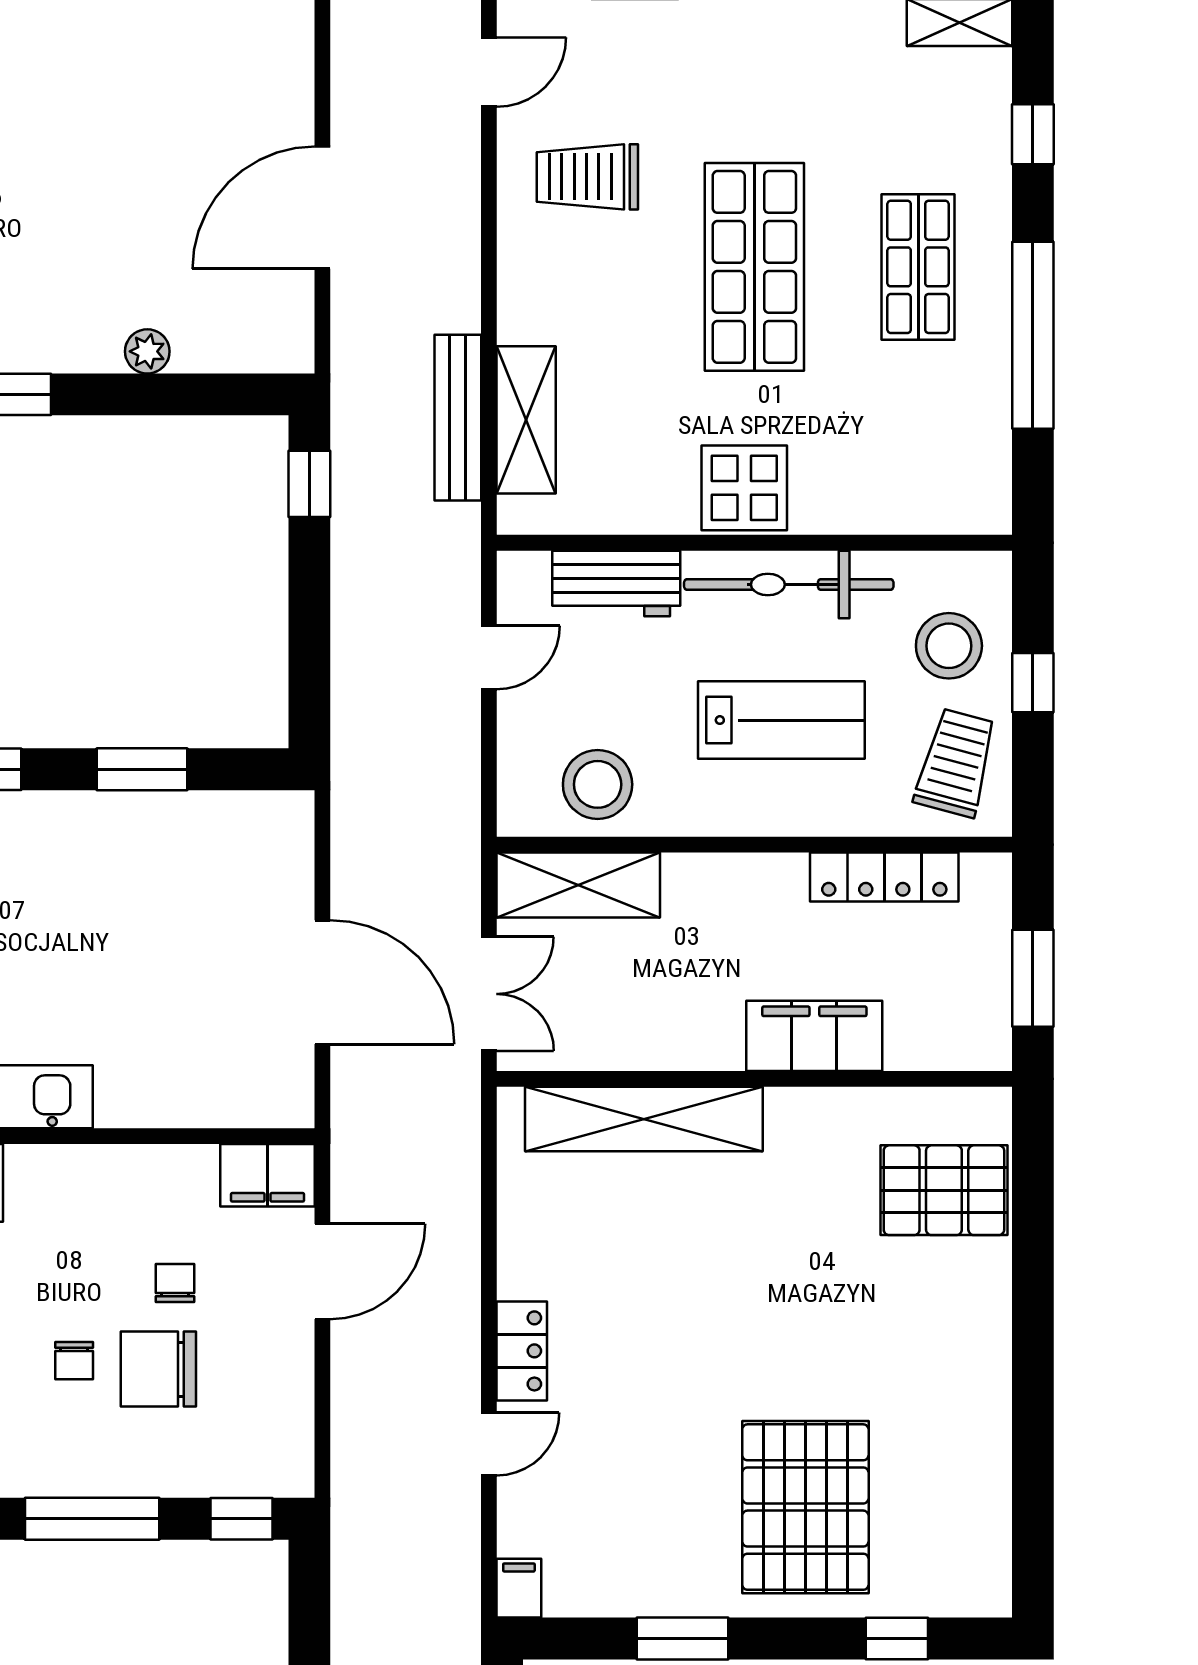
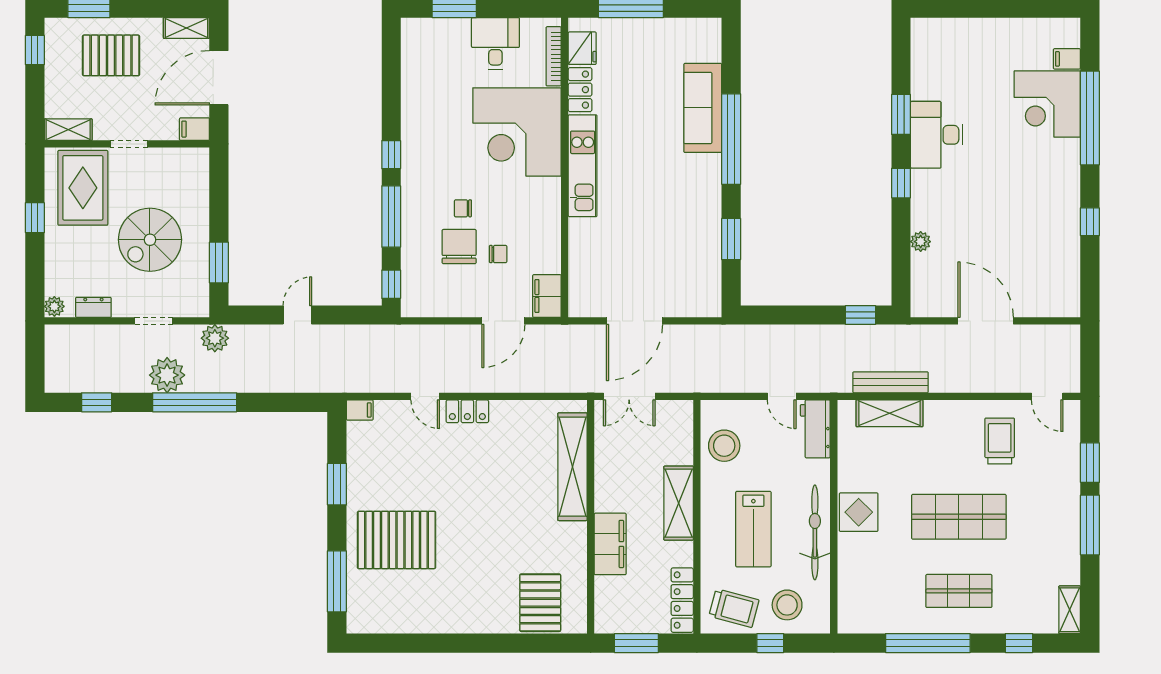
workbench: (616, 584) -> (815, 429), moved
locker: (884, 877) -> (682, 600), moved
shelving: (578, 885) -> (679, 503), moved
door: (322, 1272) -> (503, 321), hinge flipped
window: (897, 1639) -> (337, 581), width x2.17

